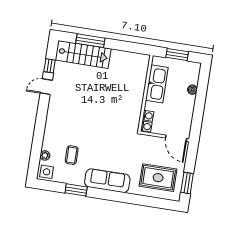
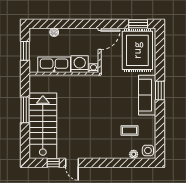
window: (90, 41) -> (25, 110), moved
stairs: (83, 54) -> (43, 126), width x1.36, depth x1.51
washing machine: (148, 116) -> (80, 64), width x1.89, depth x1.89
rug: (158, 178) -> (137, 50), width x1.37, depth x1.44
window: (76, 190) -> (160, 90), moved

